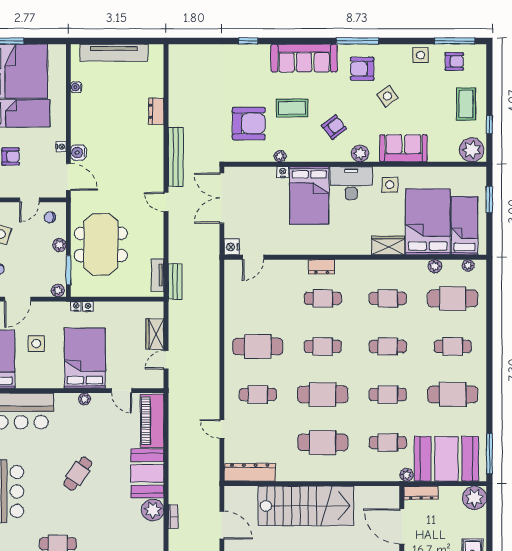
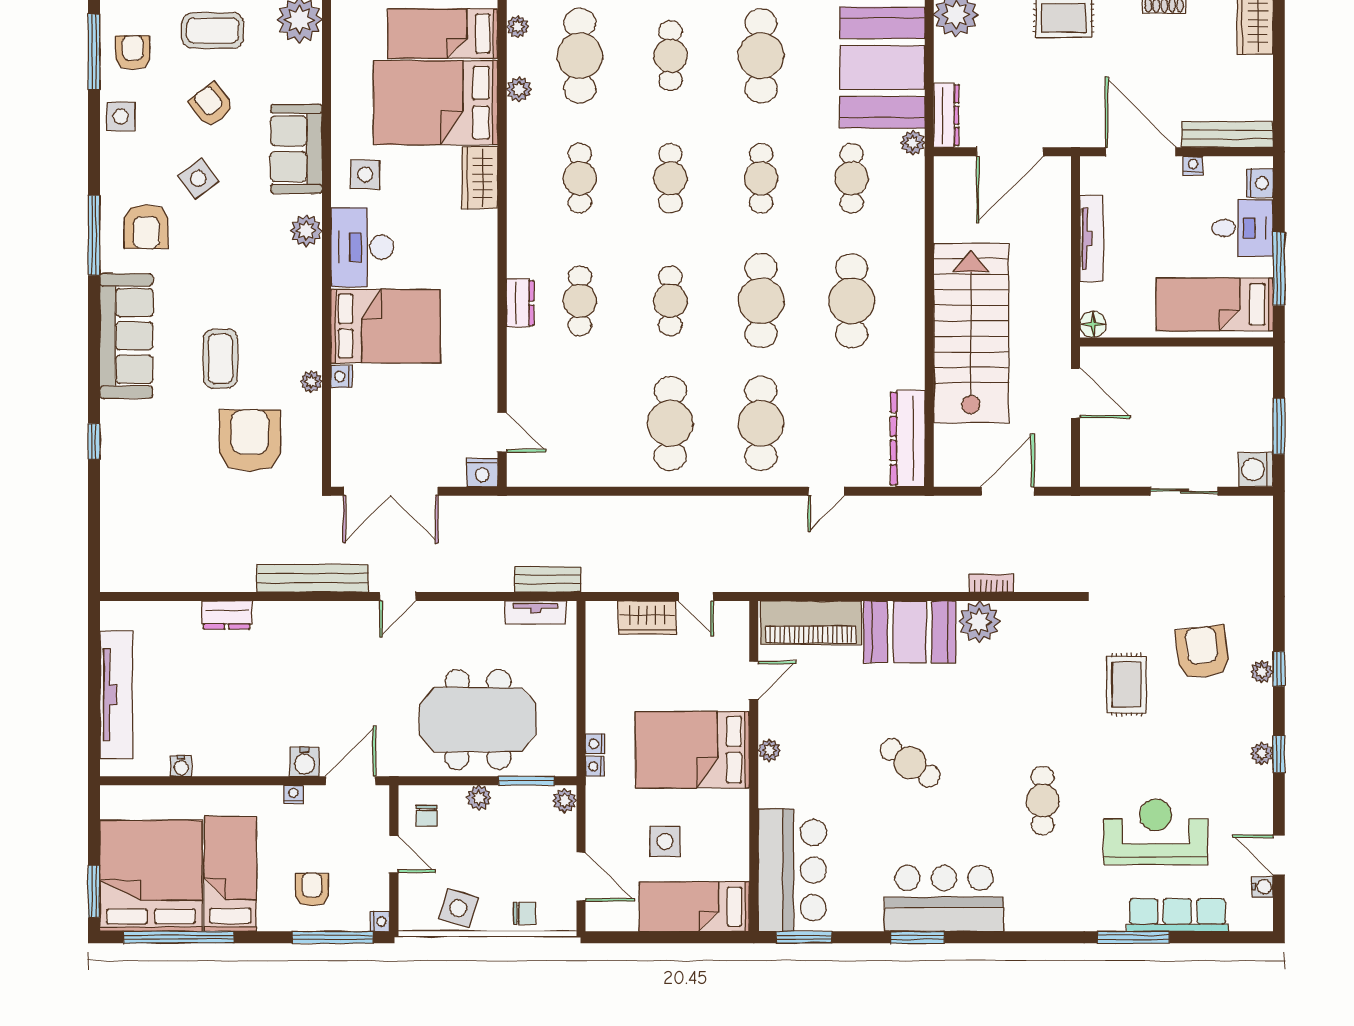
armchair: (334, 127) -> (211, 105), moved
cafe table: (258, 394) -> (761, 423), width x1.37, depth x1.35

